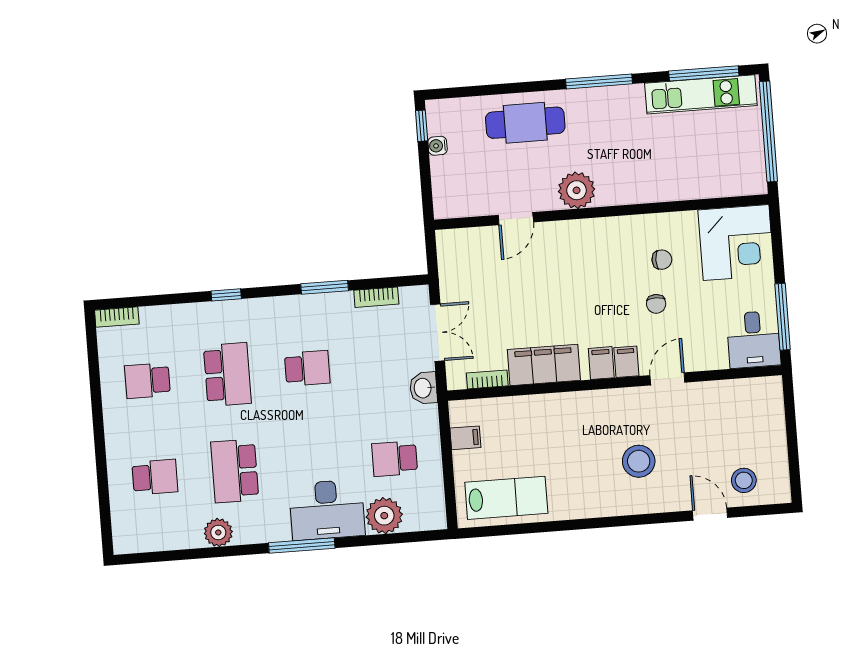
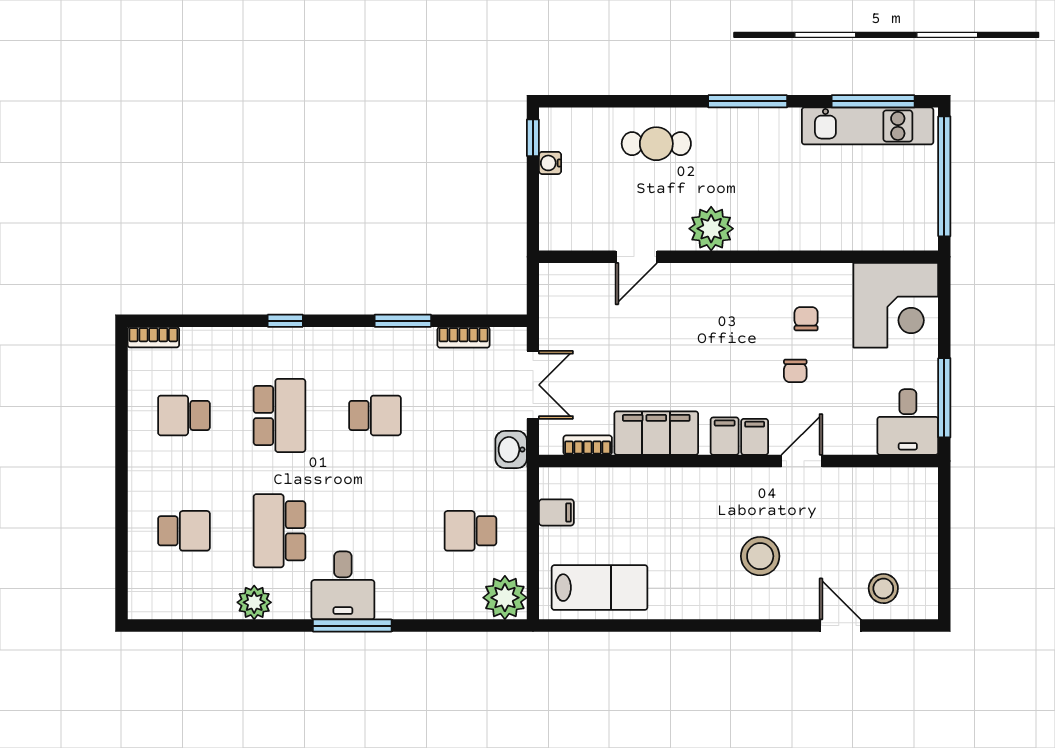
cafe table: (525, 123) -> (656, 144), width x0.73, depth x0.74
chair: (662, 260) -> (806, 319), turned -90
desk: (327, 510) -> (343, 585), moved, width x0.73
plant: (384, 516) -> (505, 598), moved

